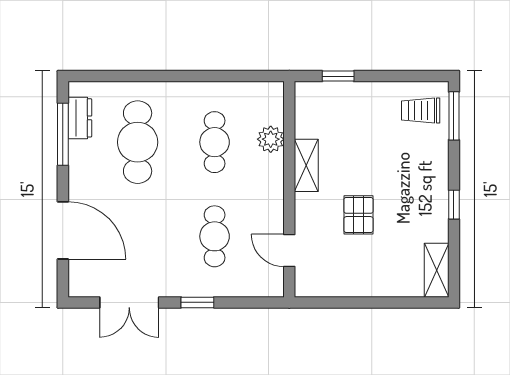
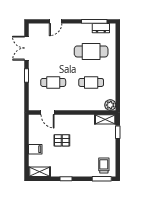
plant: (271, 139) -> (110, 105), moved
shelving: (306, 165) -> (105, 119), moved
door: (63, 230) -> (56, 21), width x0.53
door: (289, 251) -> (47, 113), swing flipped
filing cabinet: (380, 281) -> (35, 149), added

